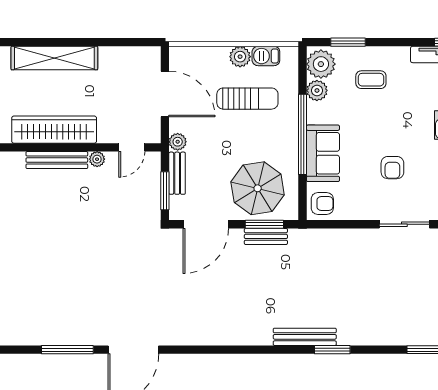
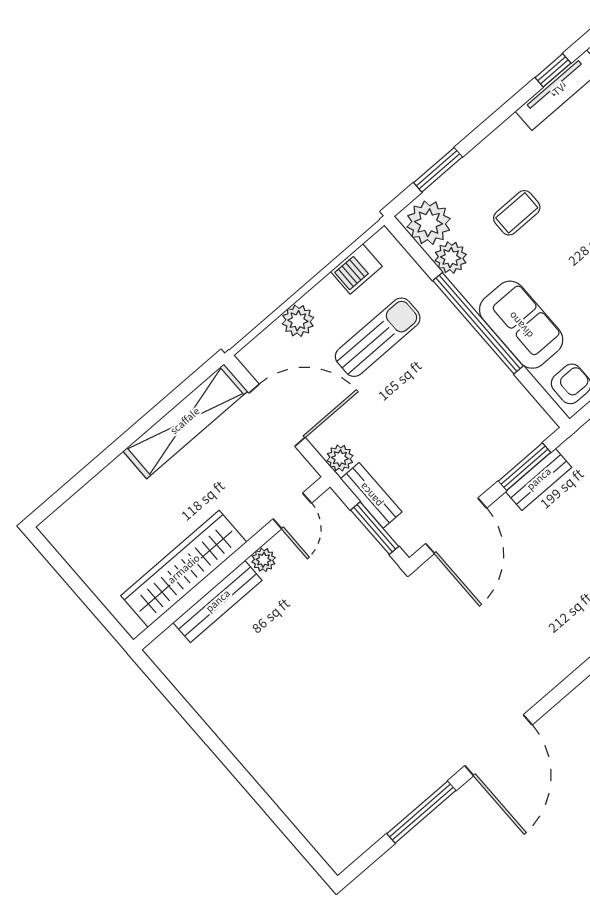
plant: (240, 57) -> (298, 321), moved
shelving: (54, 58) -> (185, 421), moved
coffee table: (371, 80) -> (517, 213), moved
parasol: (258, 188) -> (480, 432), removed

